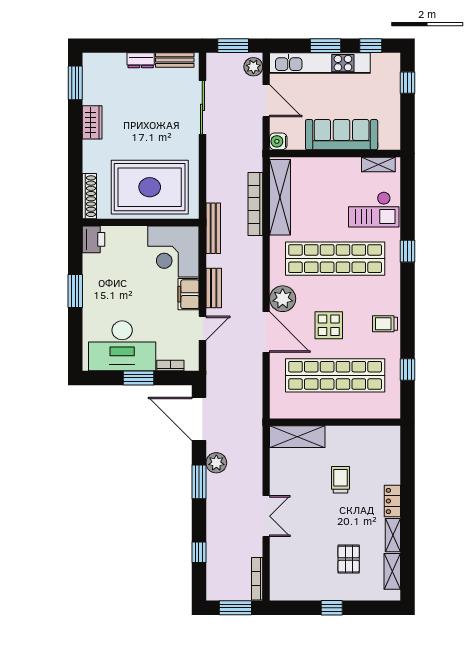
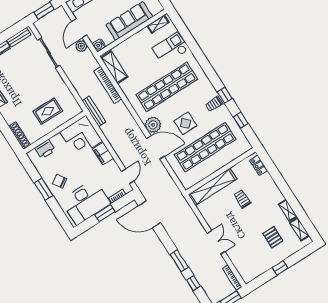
plant: (253, 67) -> (81, 46), moved
door: (266, 101) -> (79, 28), swing flipped
rug: (150, 187) -> (48, 111), width x0.54, depth x0.49
shelving: (280, 197) -> (114, 67), width x0.68
checkout: (374, 209) -> (170, 49), turned 180
printer: (93, 239) -> (45, 149), moved, turned 90
window: (408, 251) -> (225, 95), moved
bench: (214, 288) -> (114, 142), removed
chair: (104, 294) -> (60, 181), added
door: (202, 328) -> (128, 176), moved
shelving: (297, 437) -> (213, 187), width x1.47
plant: (216, 463) -> (173, 231), removed
window: (199, 482) -> (179, 261), moved
locker: (392, 501) -> (259, 165), moved

